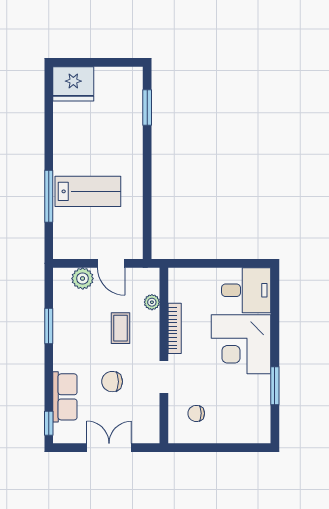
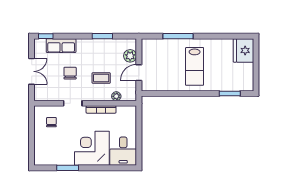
lab bench: (88, 191) -> (195, 66), moved

